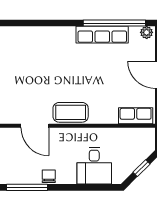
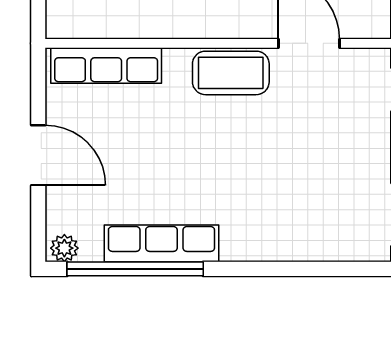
row of seats: (136, 116) -> (106, 65), width x1.48

